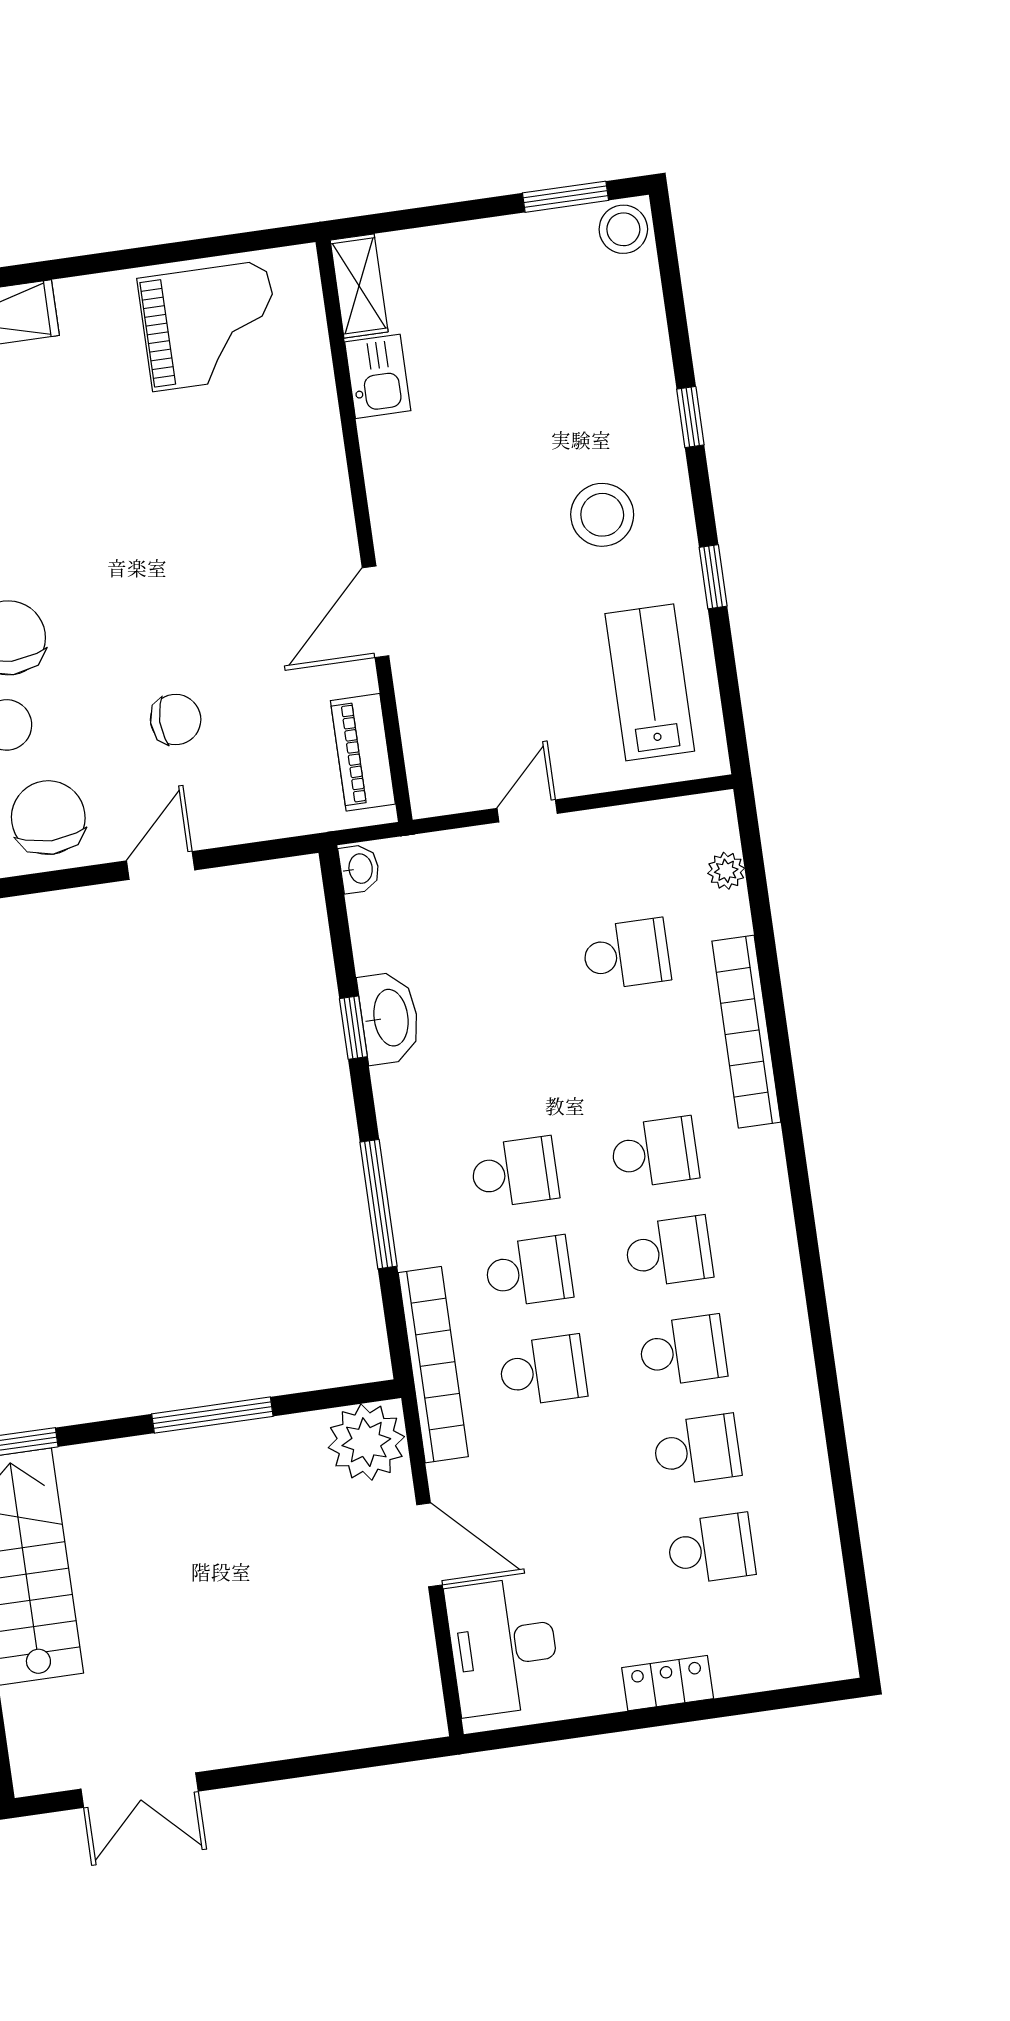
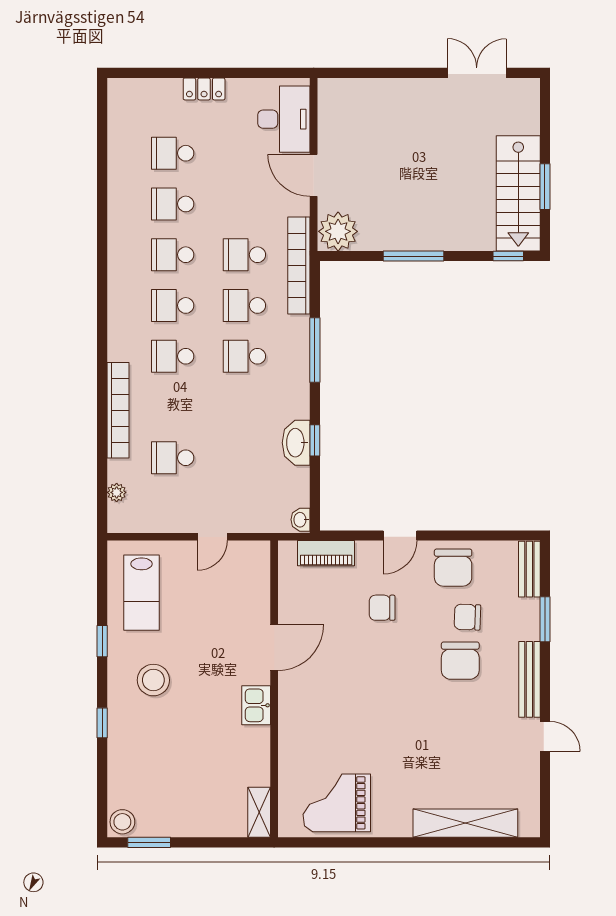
kitchen sink: (378, 376) -> (256, 705), moved
piano: (363, 752) -> (326, 553), moved, turned 90

